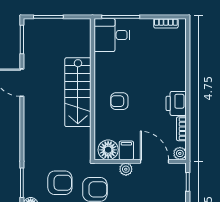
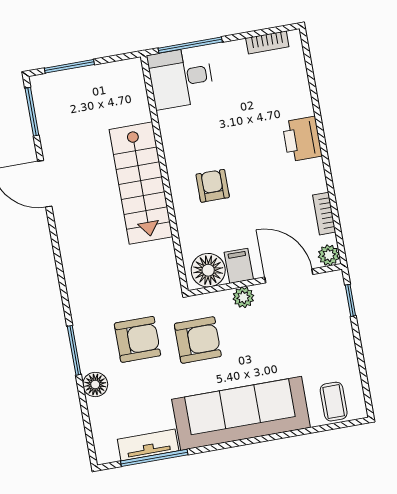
armchair: (119, 101) -> (213, 186), turned 90
printer: (176, 103) -> (302, 139), moved

